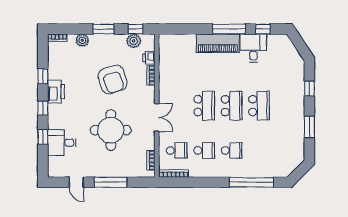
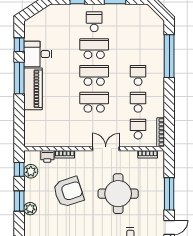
plant: (82, 40) -> (30, 209), moved
school desk: (286, 106) -> (94, 22), added

